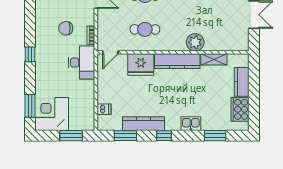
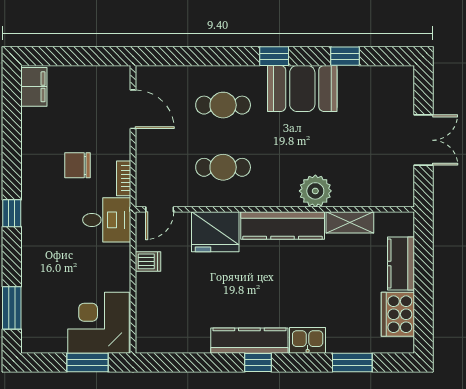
desk: (82, 63) -> (107, 220), width x0.73
dishwasher: (104, 109) -> (148, 261), moved
corner desk: (52, 114) -> (99, 323), moved
kitchen counter: (144, 124) -> (249, 341), moved
window: (125, 136) -> (187, 363), removed

